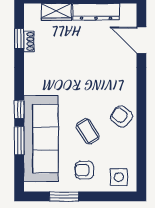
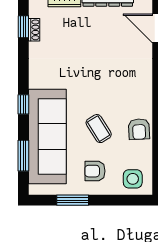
armchair: (121, 117) -> (139, 129), moved, turned -129
window: (19, 141) -> (23, 156), moved

